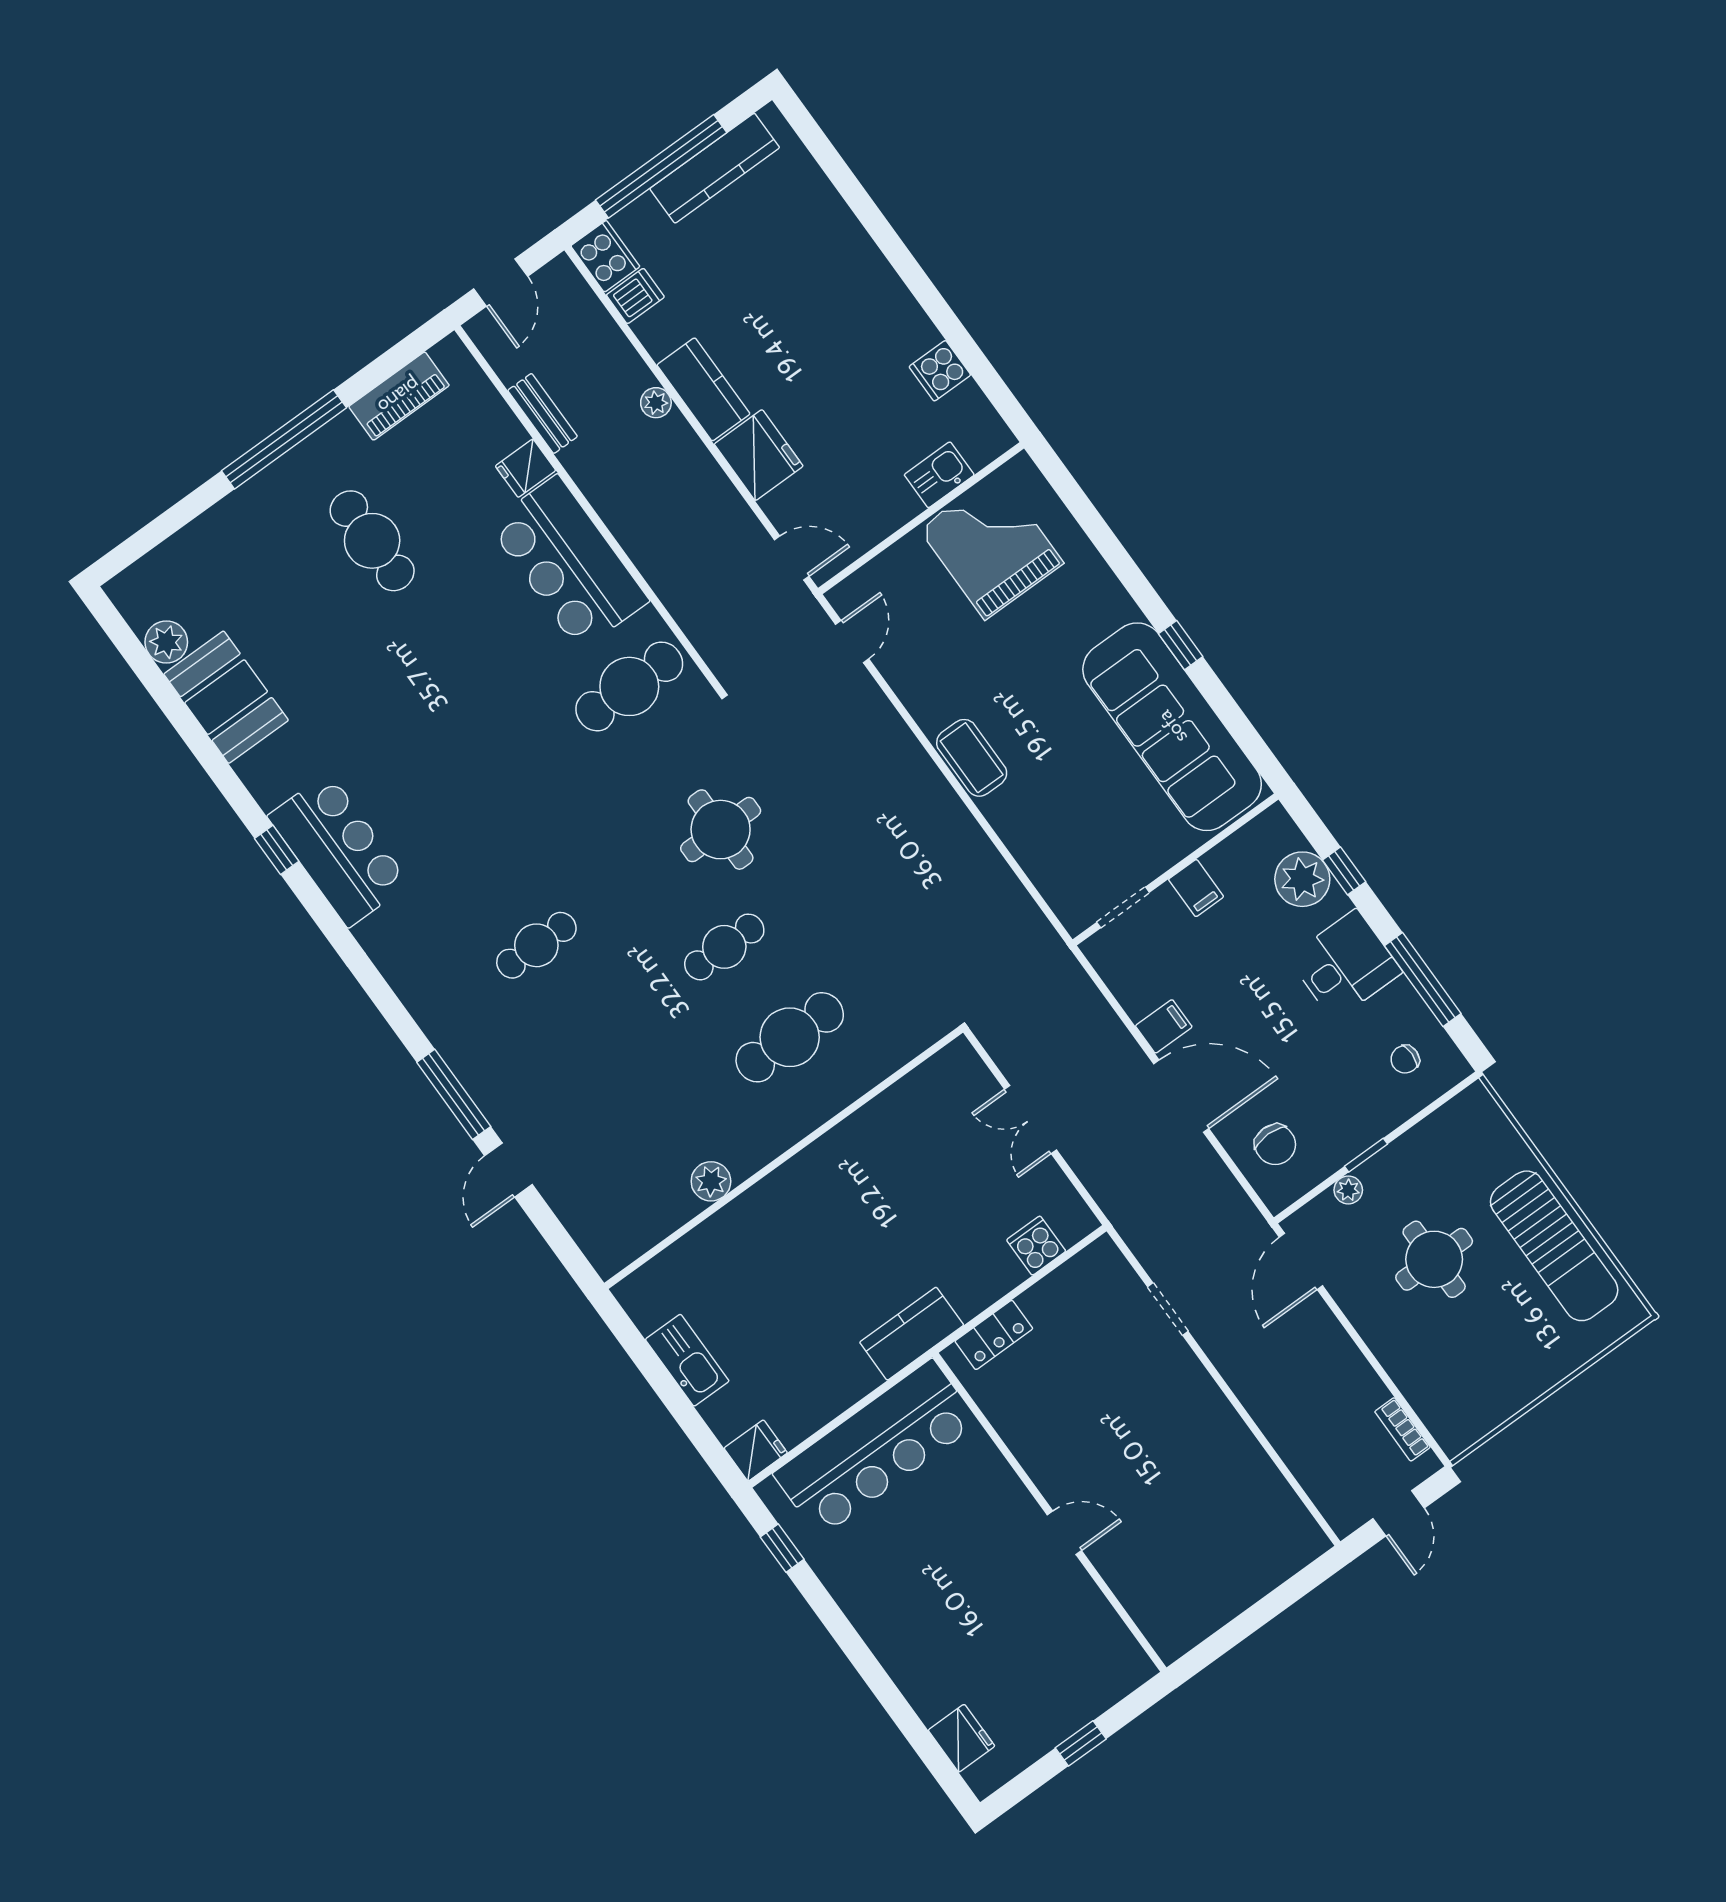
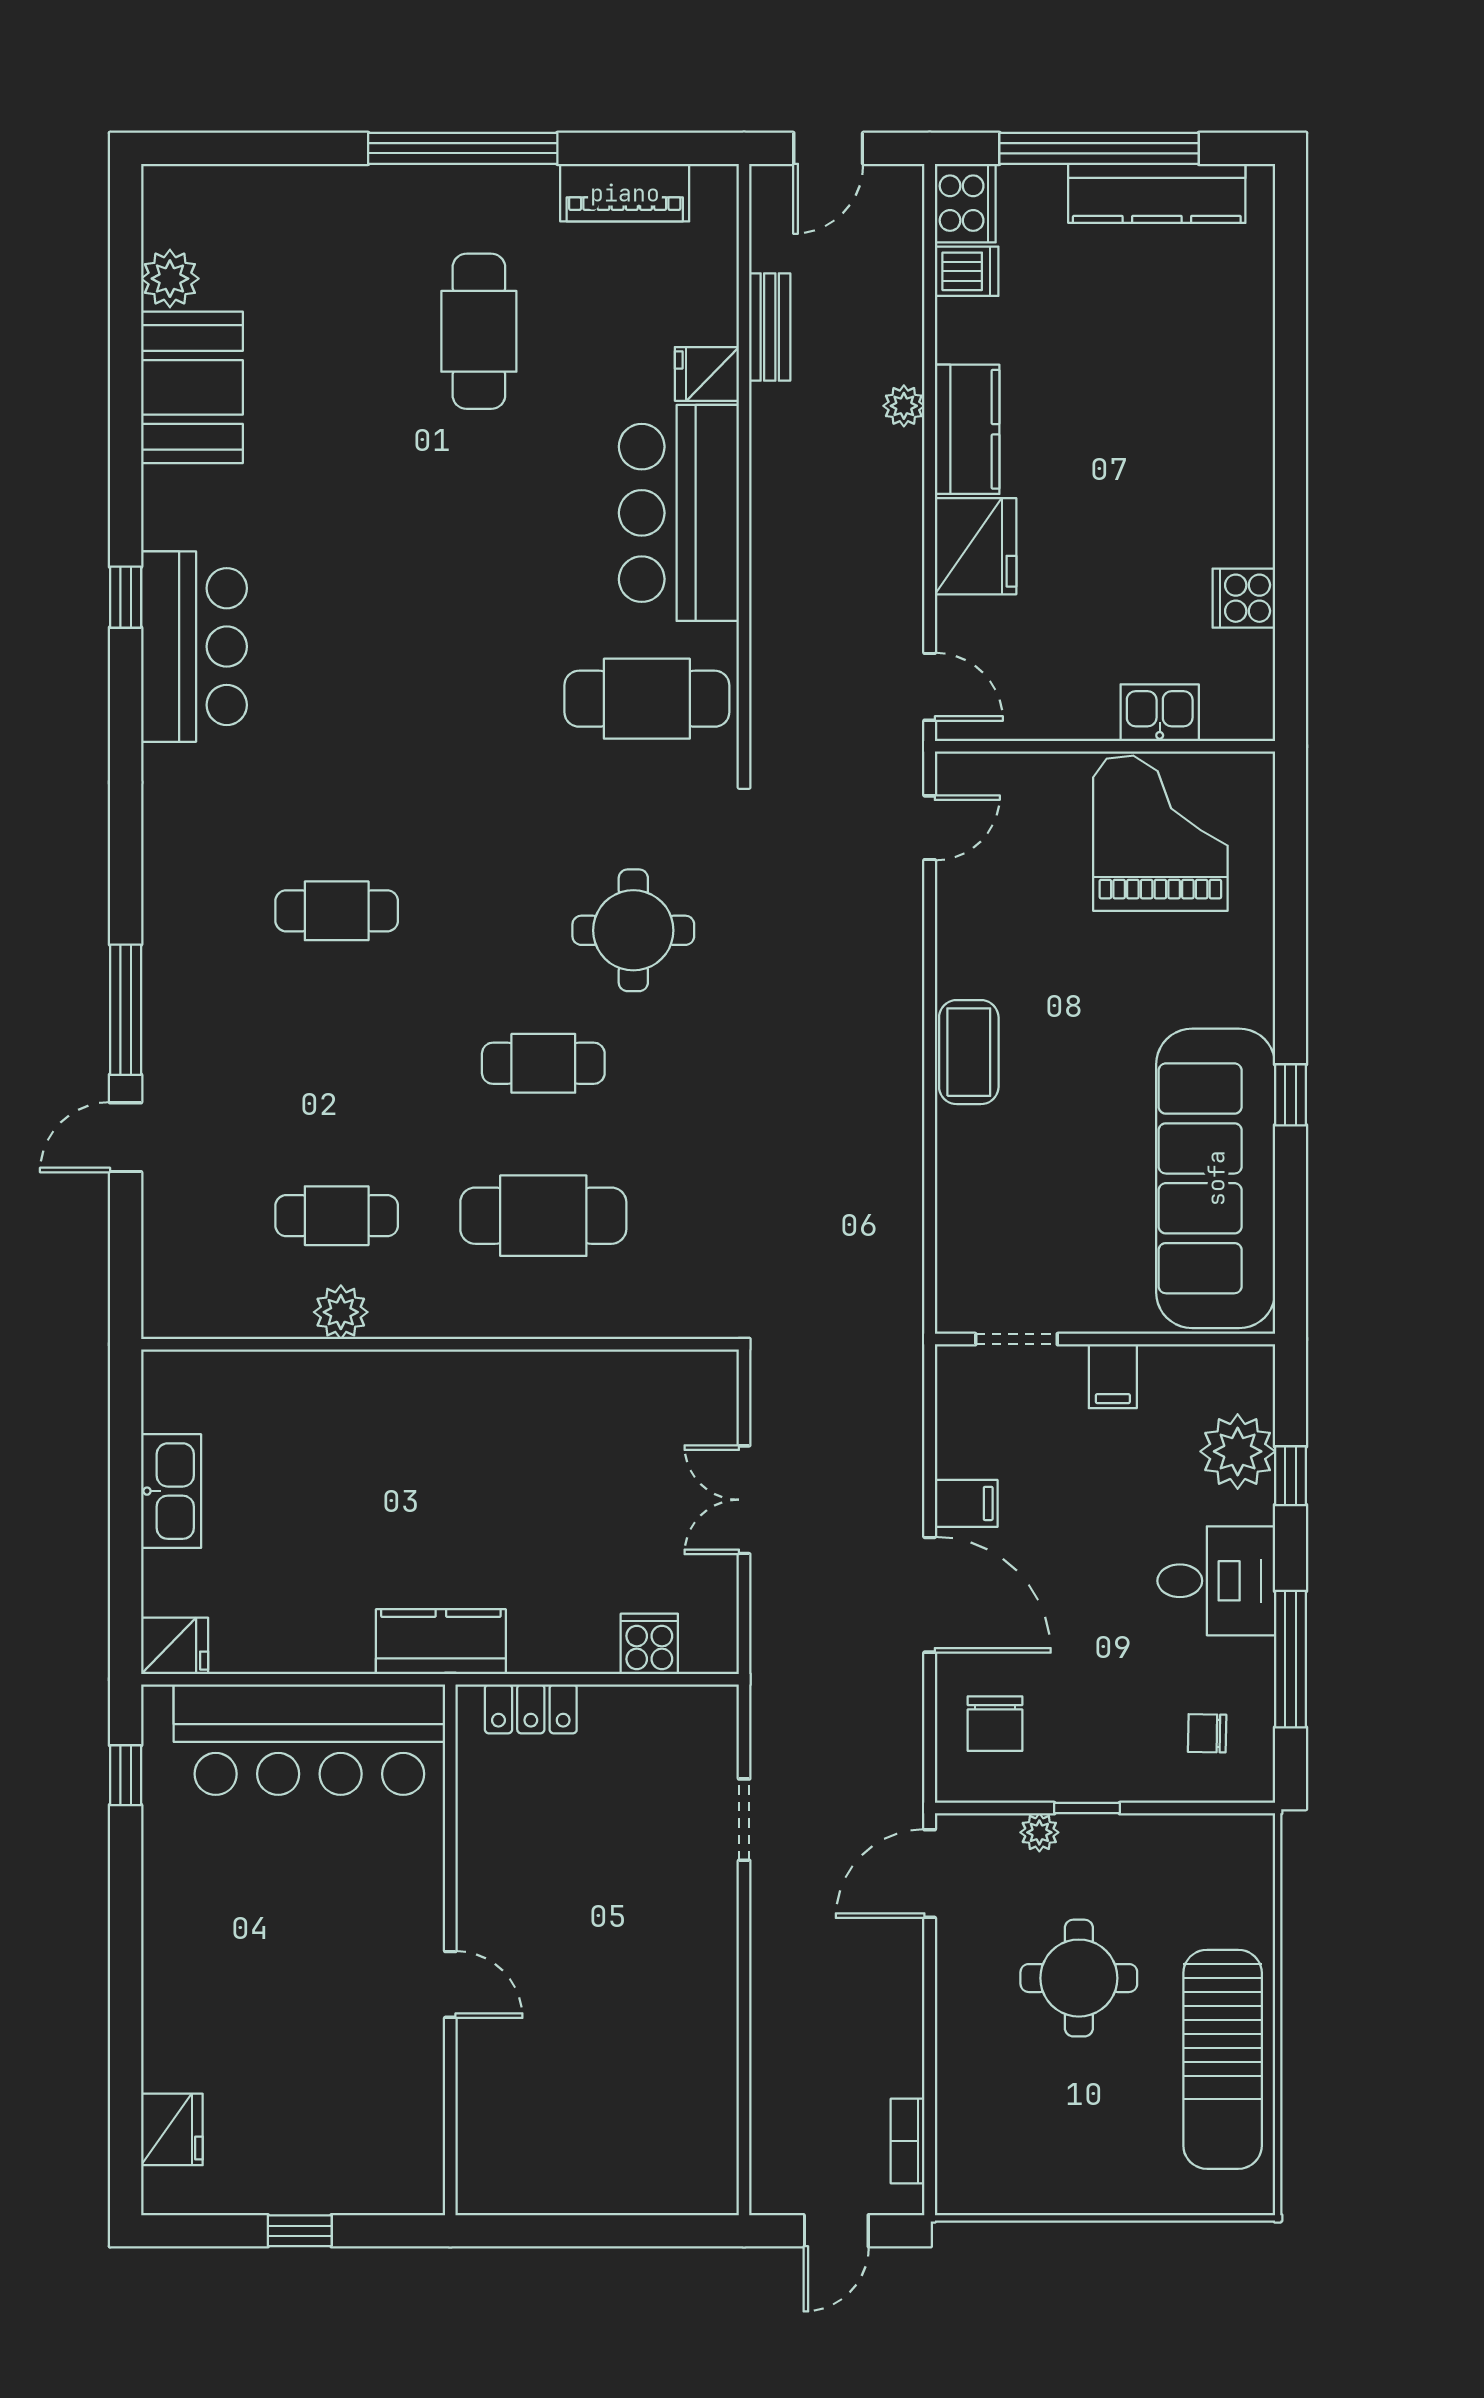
cafe table: (667, 1126) -> (337, 1216), added

